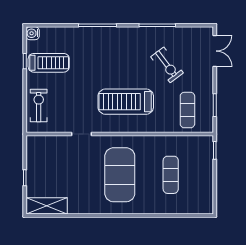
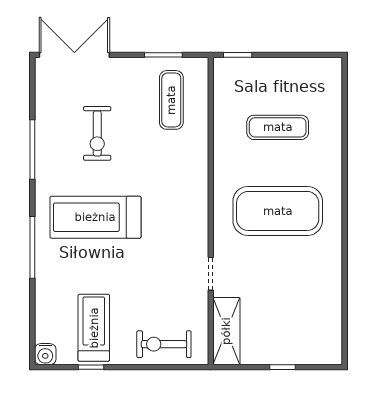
double door: (215, 51) -> (74, 55), width x1.37
exercise bike: (167, 65) -> (97, 133), turned 127
treadmill: (126, 102) -> (95, 217), moved, turned 90
exercise mat: (187, 110) -> (171, 100), turned 90
shelving: (47, 206) -> (226, 331), moved

